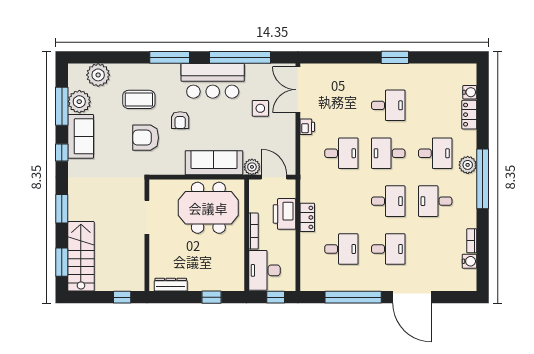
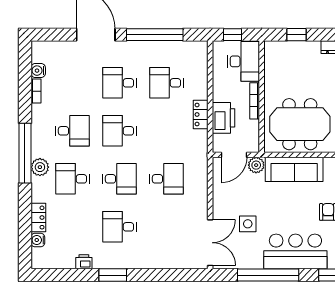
printer: (307, 127) -> (84, 262), moved, turned 90
desk: (341, 153) -> (166, 179), turned 180
door: (274, 177) -> (234, 155), hinge flipped

